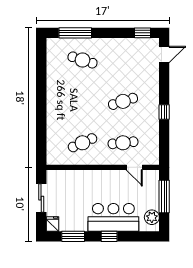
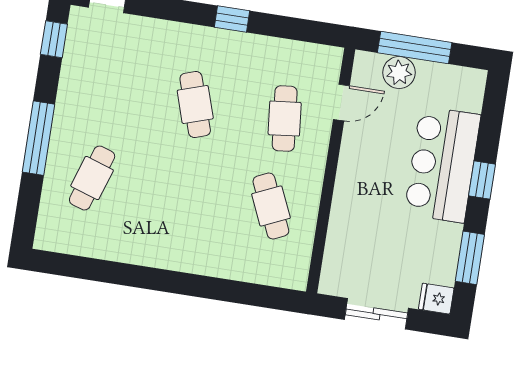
window: (75, 33) -> (38, 138), moved
plant: (152, 217) -> (399, 73), moved

